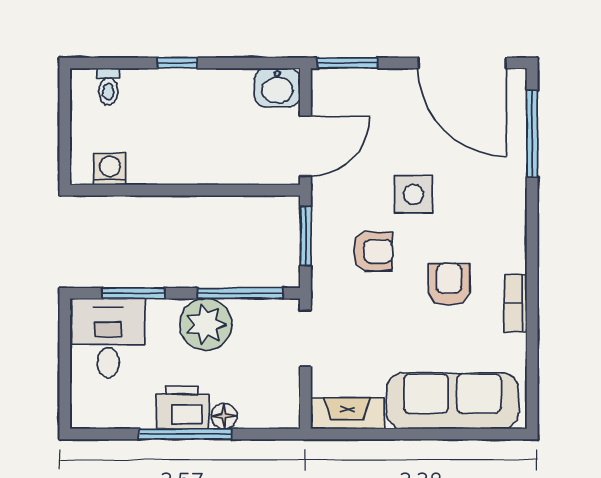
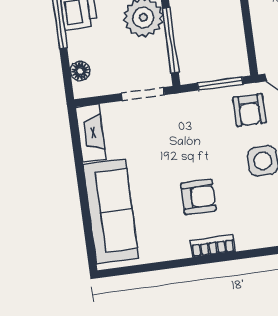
armchair: (373, 251) -> (249, 110), moved
bookcase: (516, 303) -> (213, 246), moved
floor lamp: (224, 416) -> (80, 71), moved

